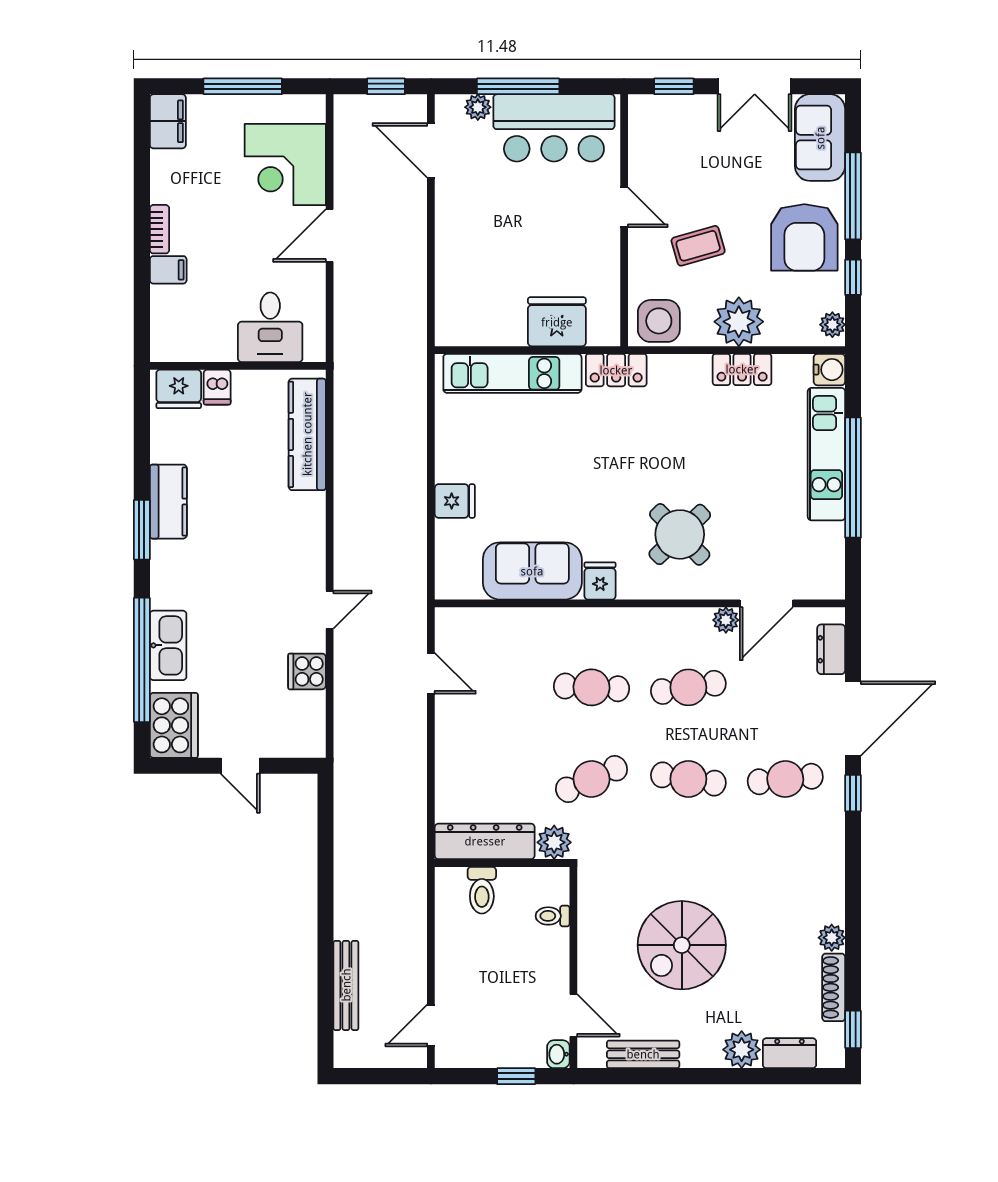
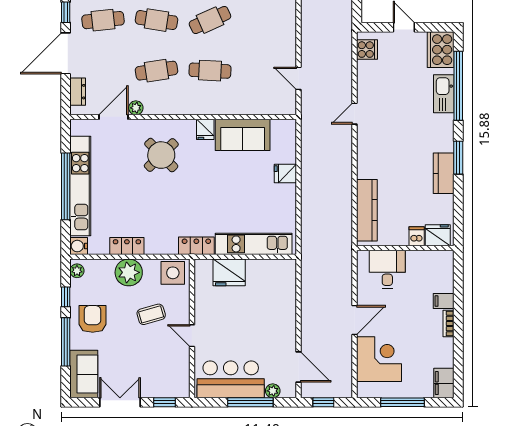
armchair: (804, 237) -> (93, 319), width x0.73, depth x0.73
kitchen unit: (826, 454) -> (80, 186), width x1.36
cooker: (307, 671) -> (367, 50), moved

